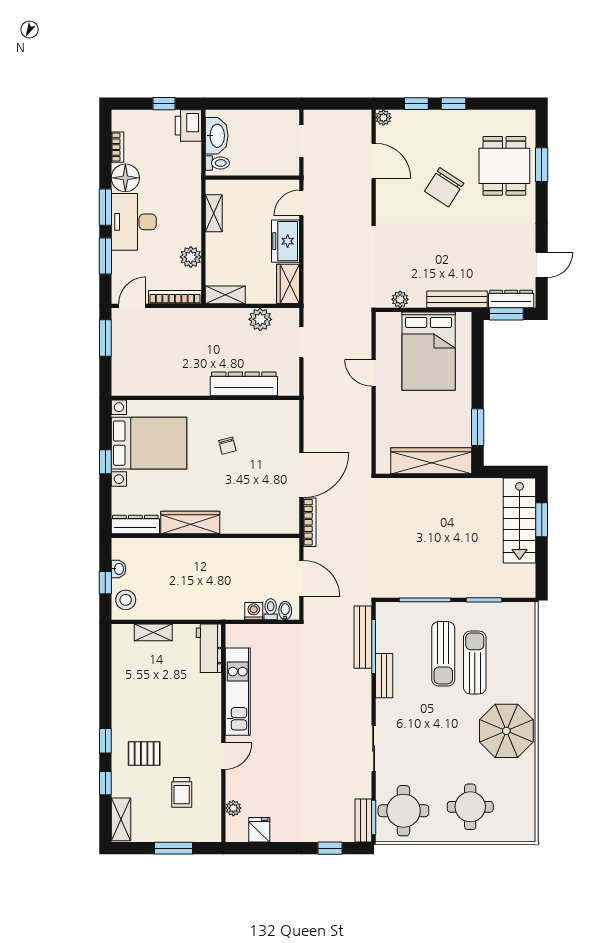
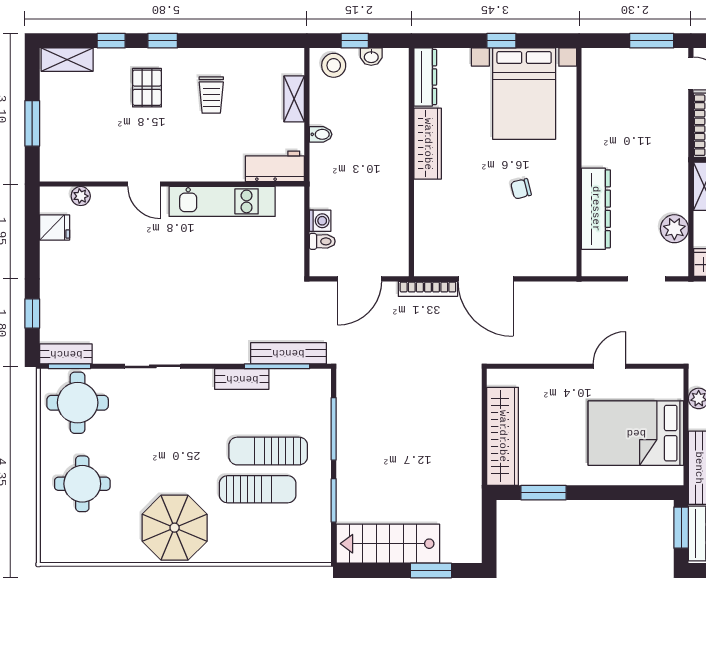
stairs: (520, 521) -> (388, 544), moved
bidet: (285, 611) -> (321, 134), moved
trolley: (182, 792) -> (211, 95), moved, turned -90

